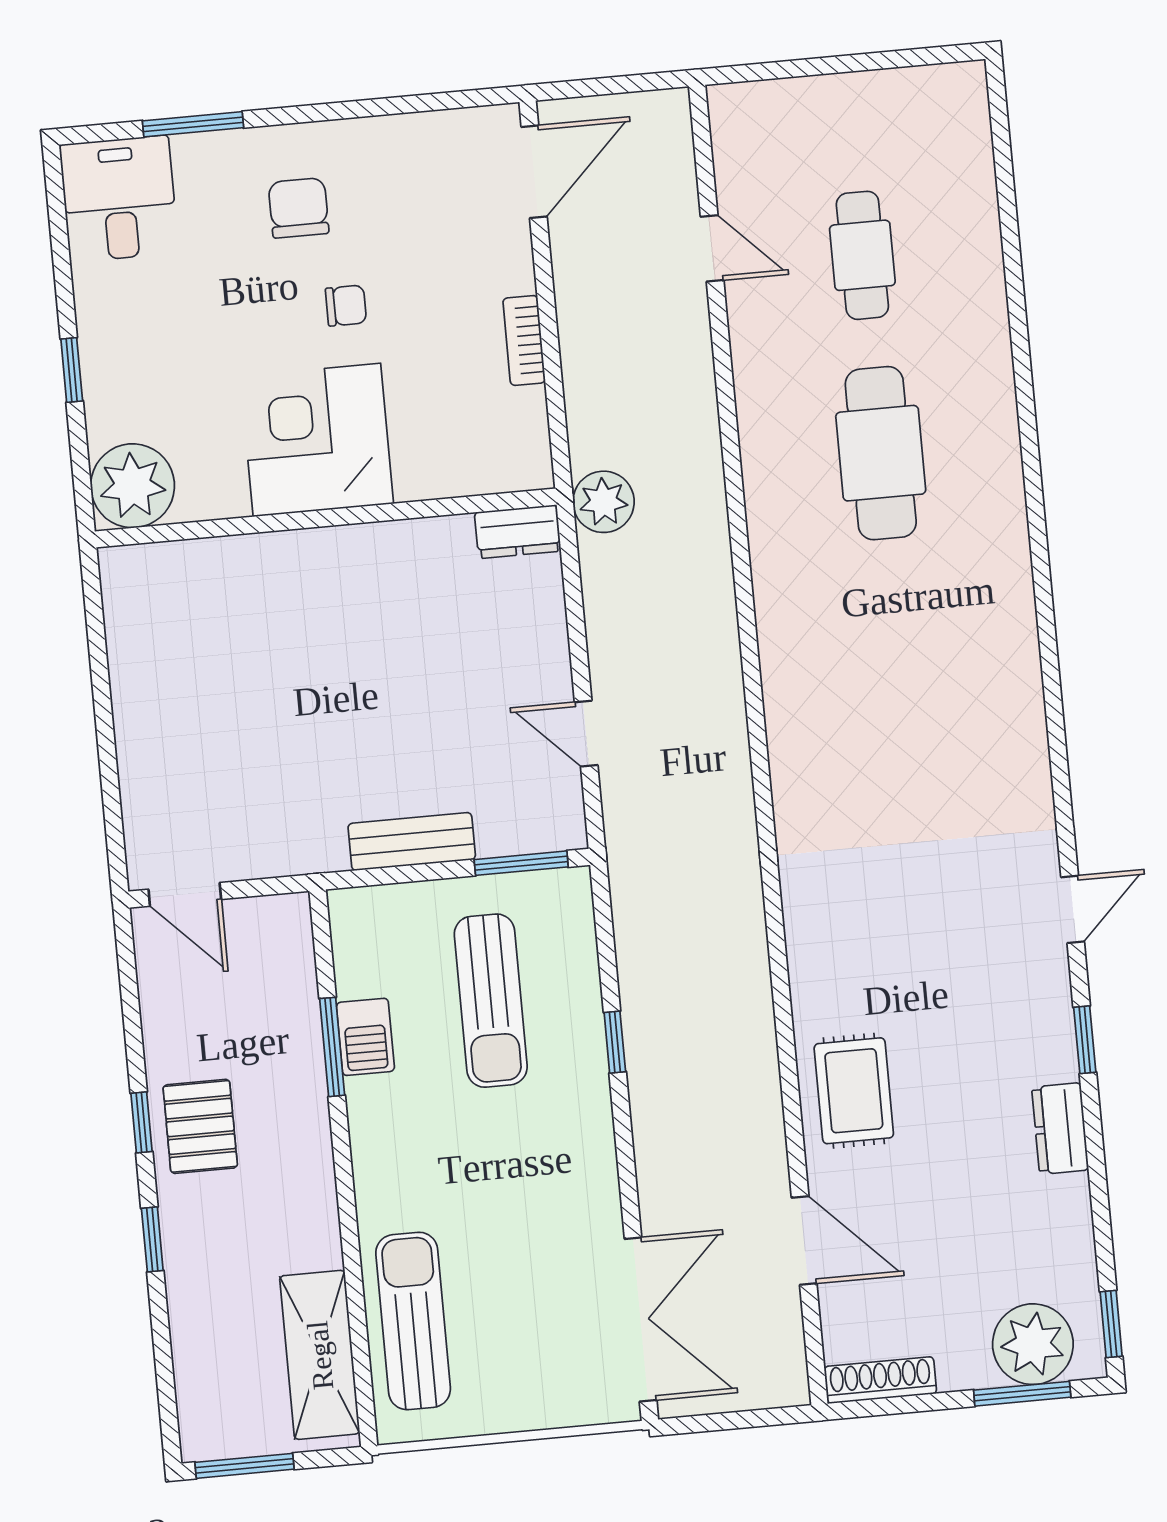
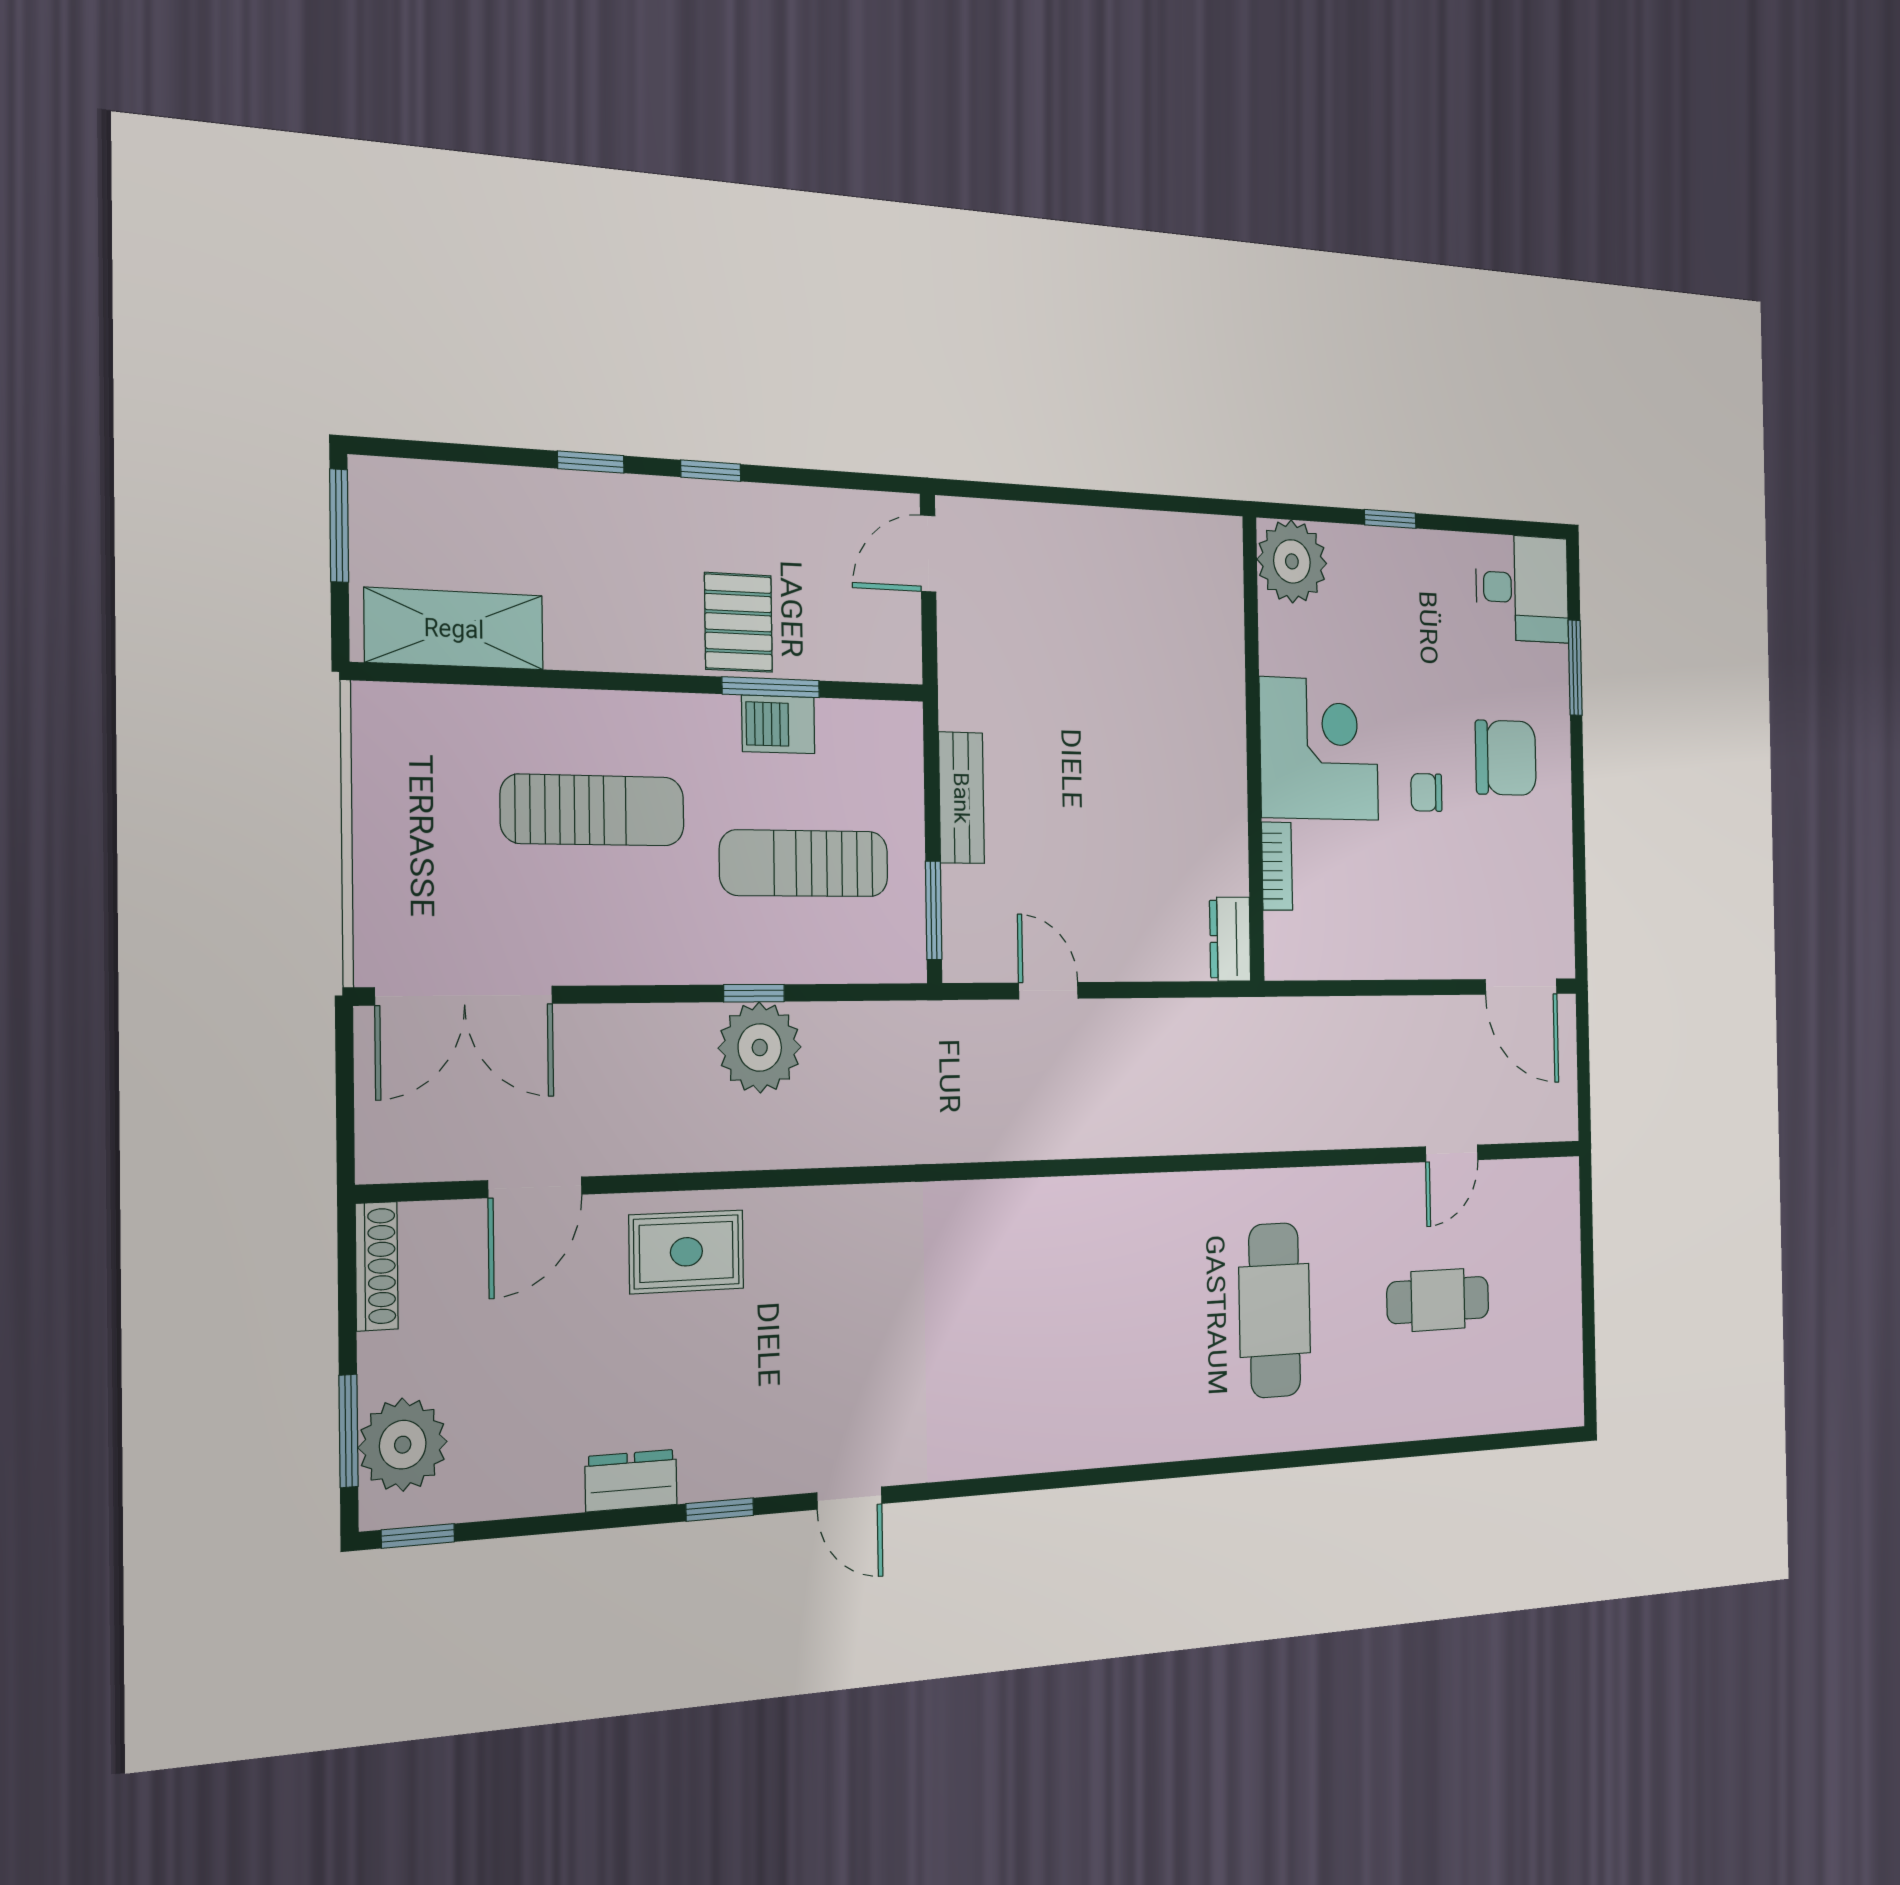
chair: (299, 208) -> (1506, 758), width x1.37, depth x1.37
chair: (346, 306) -> (1426, 792), turned 90
bookcase: (524, 340) -> (1277, 866), moved, turned 90
cafe table: (881, 453) -> (1275, 1310), turned 90
plant: (604, 502) -> (760, 1047), moved, width x1.36, depth x1.36
door: (586, 734) -> (1048, 991), hinge flipped
pallet: (200, 1126) -> (738, 622), moved, turned 90
sun lounger: (413, 1321) -> (593, 810), moved

